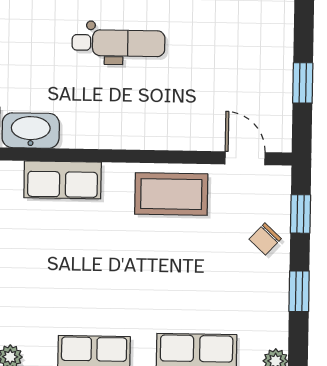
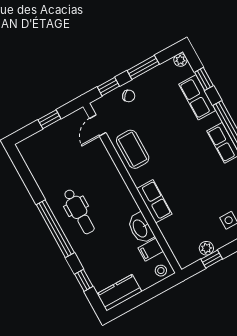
dental chair: (118, 43) -> (79, 211), turned 180
window: (299, 291) -> (143, 67), width x1.50

